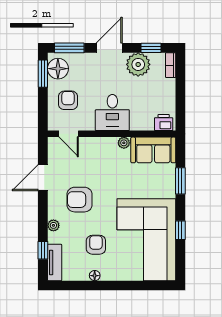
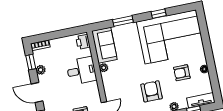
plant: (138, 64) -> (41, 70), width x0.53, depth x0.53
desk: (112, 113) -> (81, 71), moved
armchair: (80, 200) -> (151, 91), turned 180

